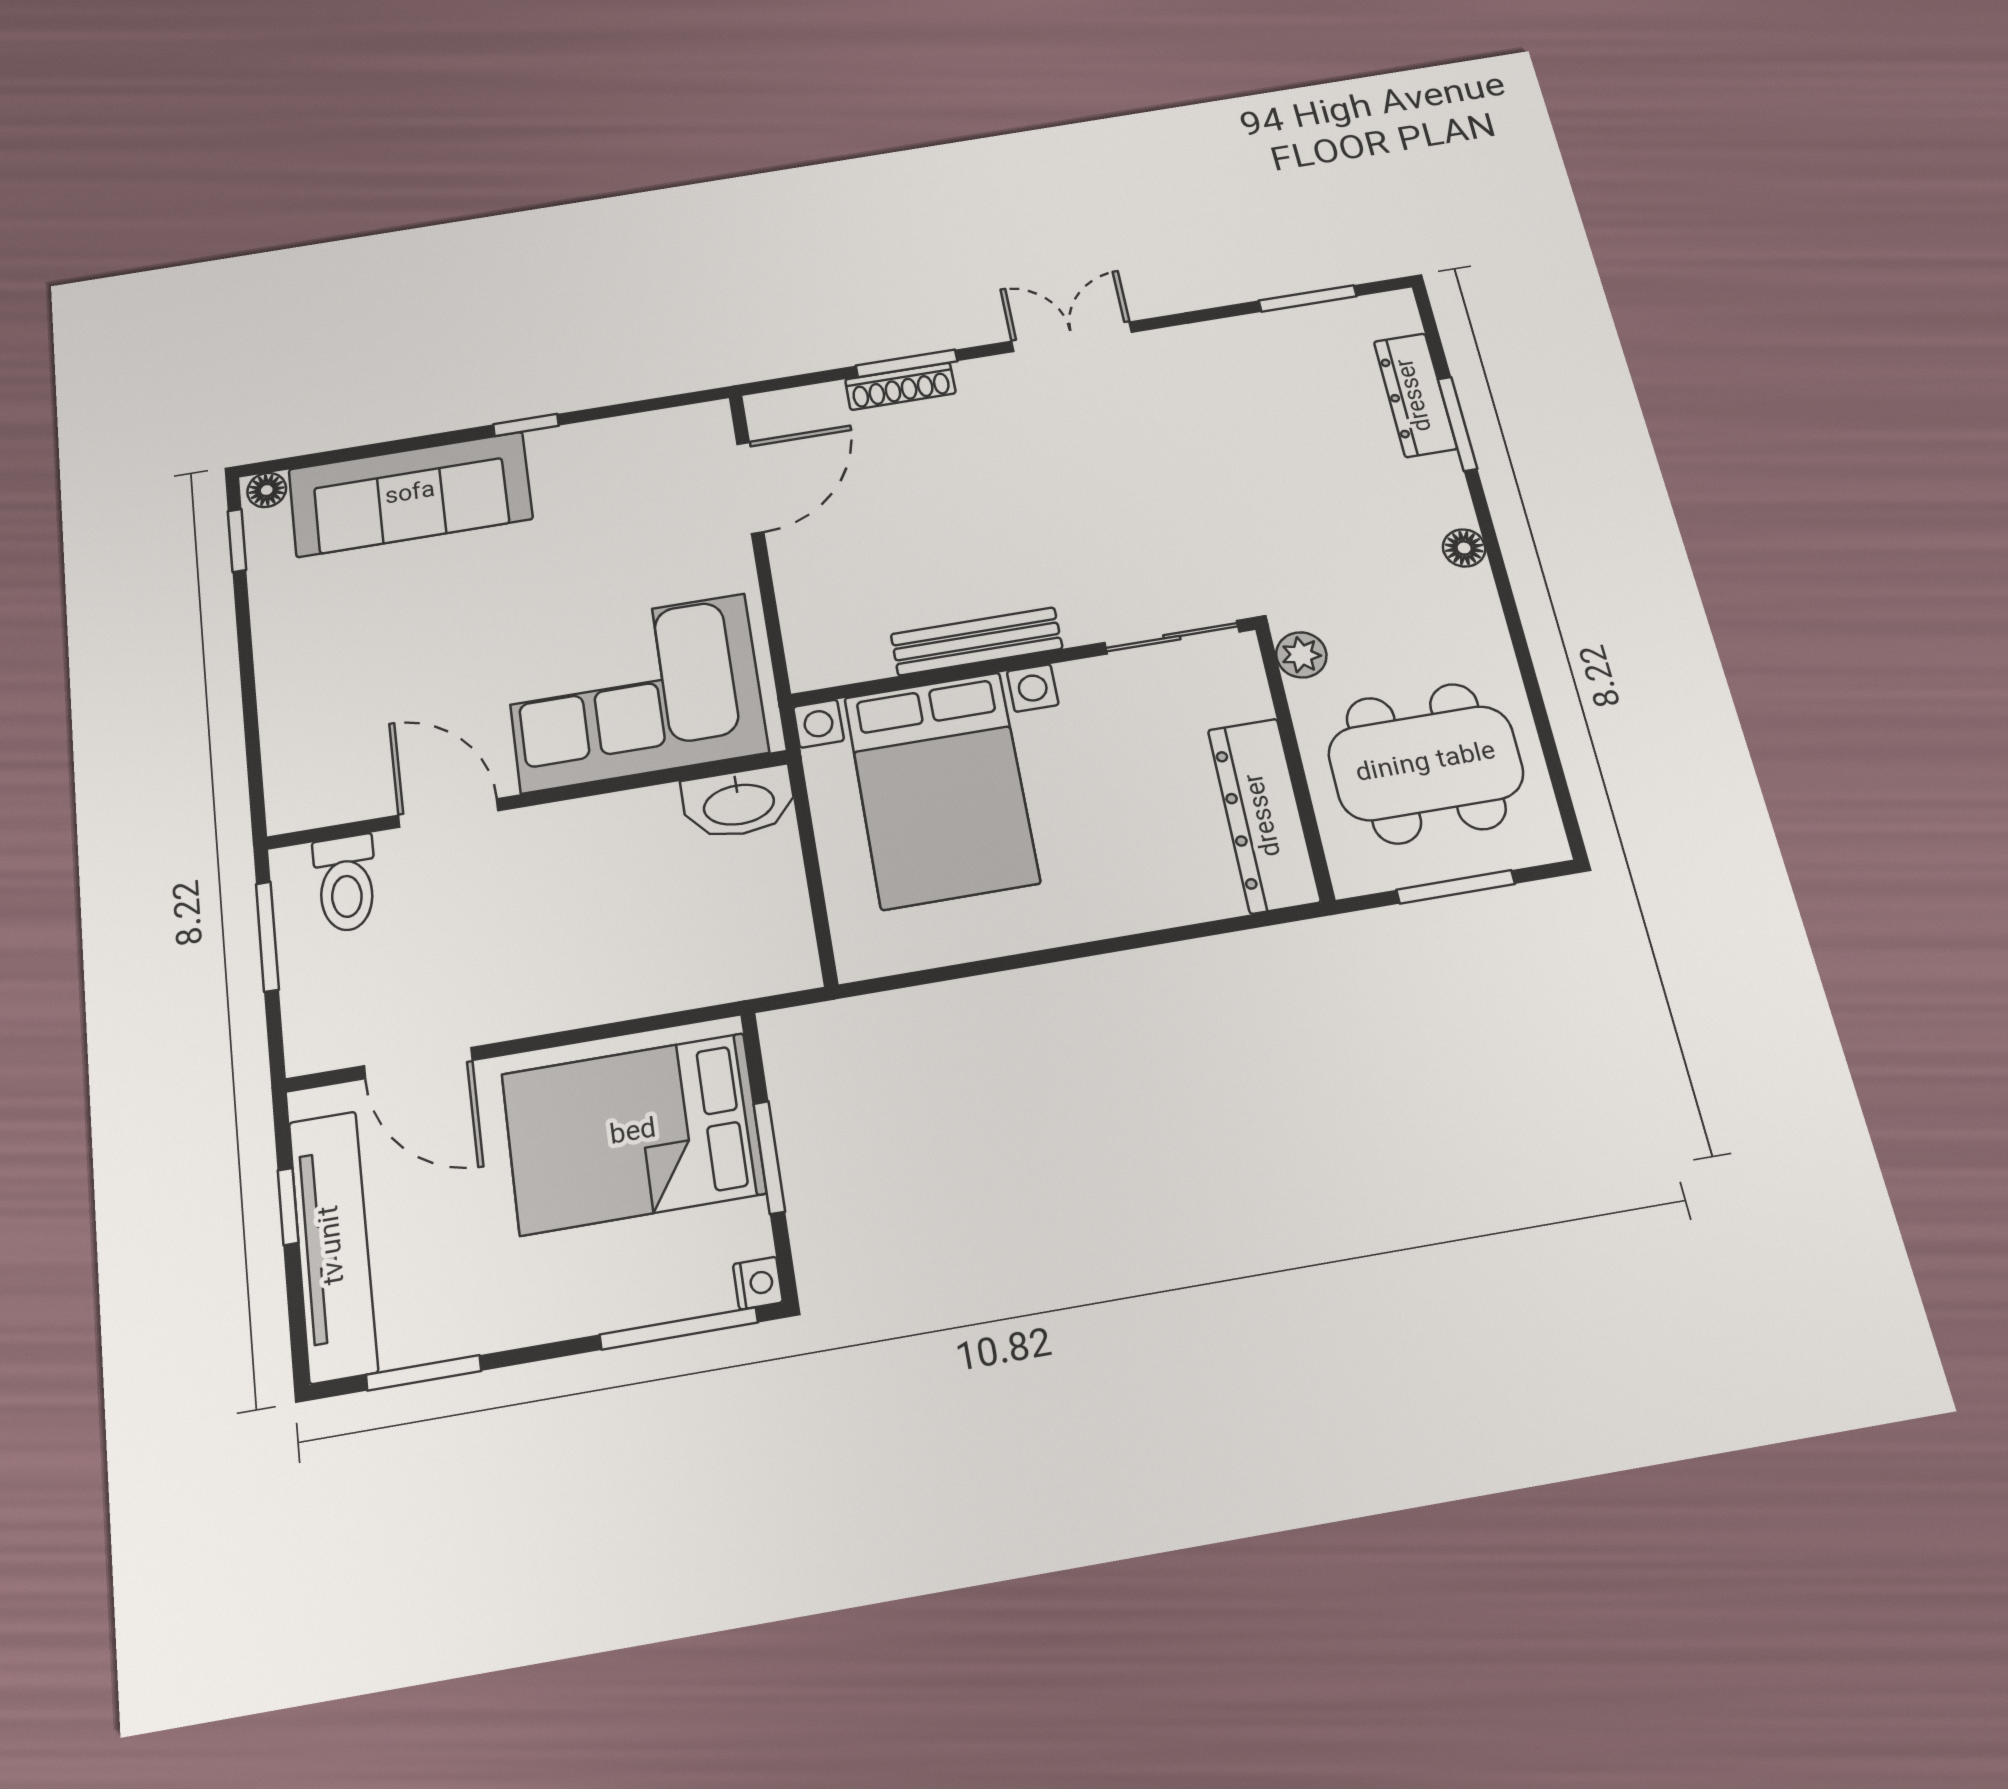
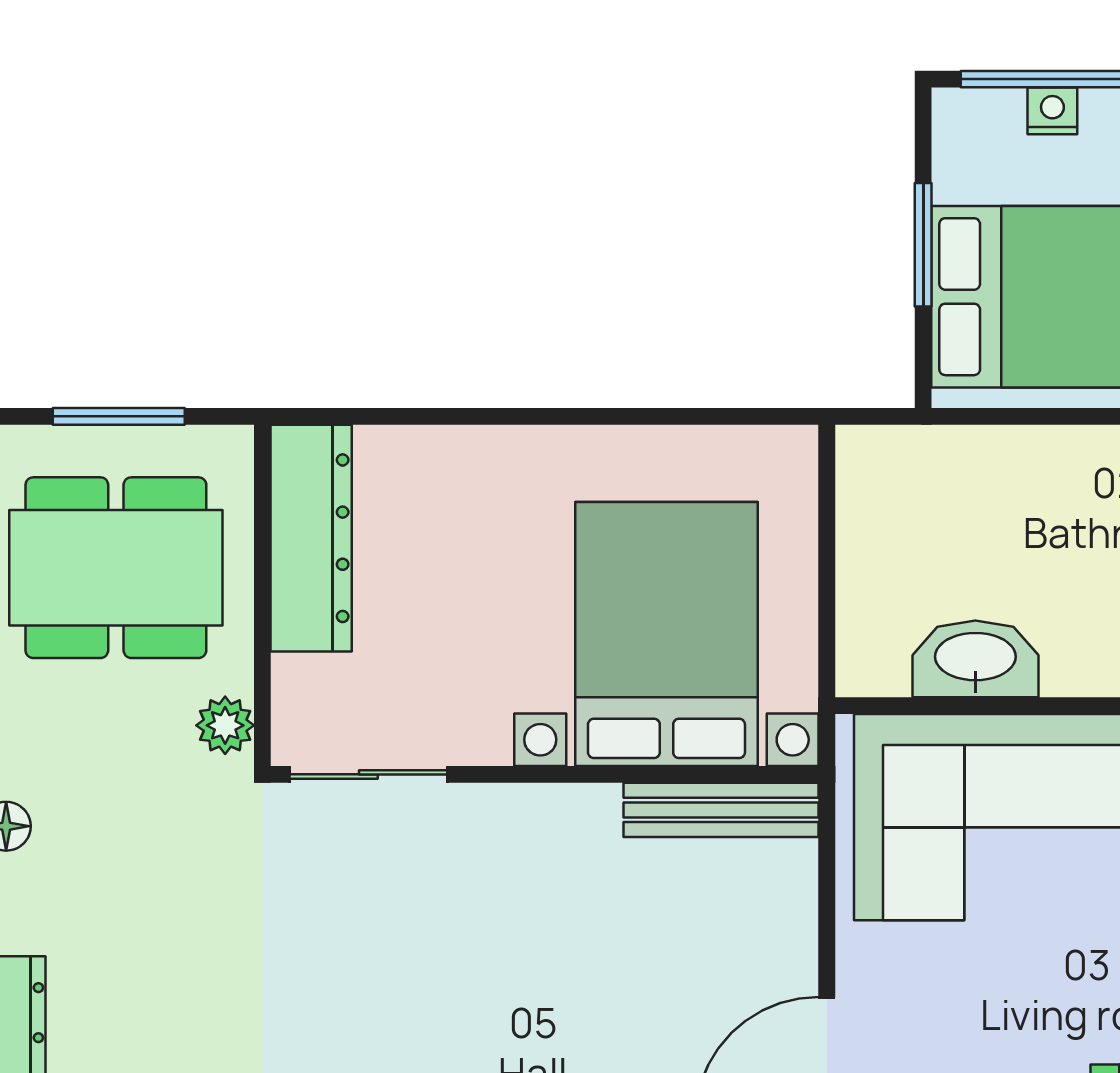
bench: (977, 641) -> (721, 810), moved
washbasin: (739, 803) -> (975, 659), moved
nightstand: (758, 1283) -> (1052, 111), moved, turned 90

